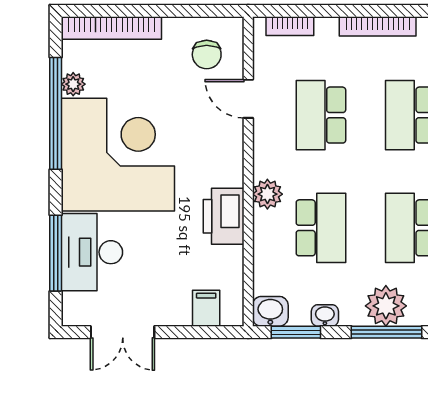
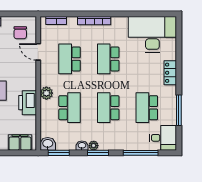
plant: (386, 306) -> (94, 146), width x0.53, depth x0.53
filing cabinet: (206, 308) -> (20, 142), width x2.00
washbasin: (325, 316) -> (82, 146), moved
window: (387, 332) -> (98, 153), width x0.69

